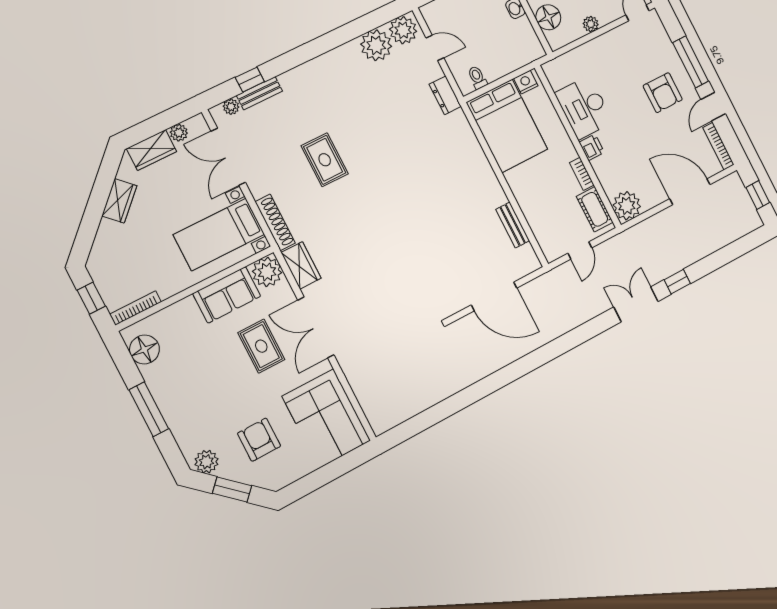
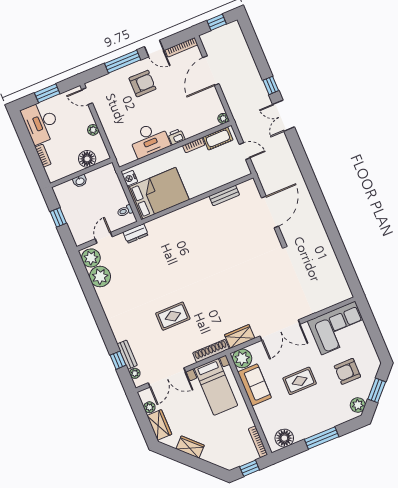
plant: (627, 206) -> (223, 118), width x0.53, depth x0.53
rug: (261, 346) -> (300, 381), moved

